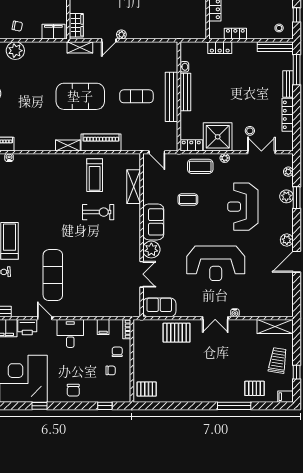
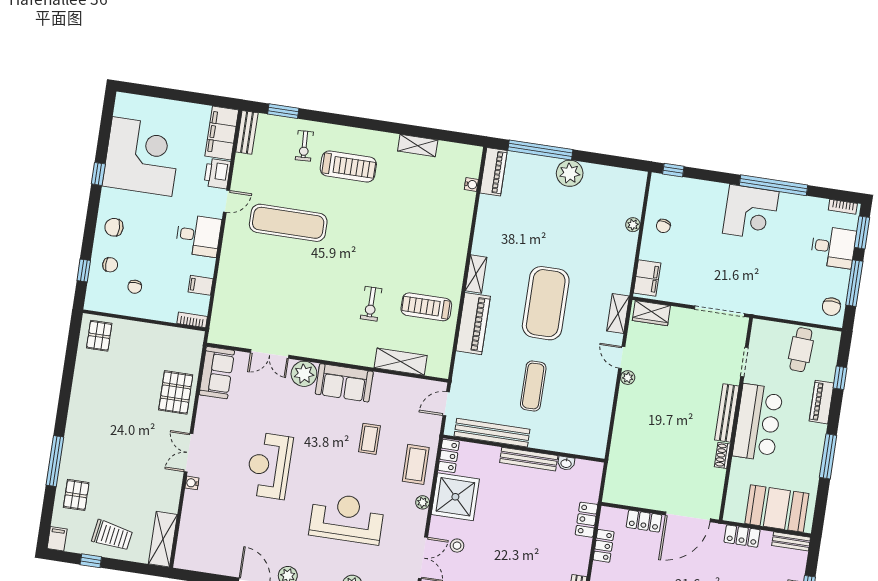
plant: (15, 51) -> (633, 225), width x0.53, depth x0.53
bench: (171, 97) -> (492, 433), moved
exercise bike: (98, 212) -> (371, 304), width x0.73, depth x0.72
reception desk: (216, 263) -> (269, 466), width x0.74, depth x0.77
chair: (117, 352) -> (110, 265), moved

